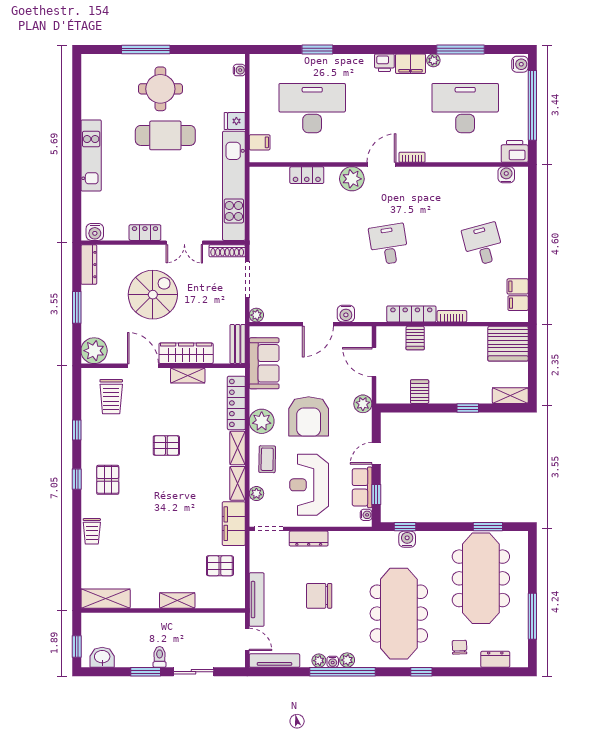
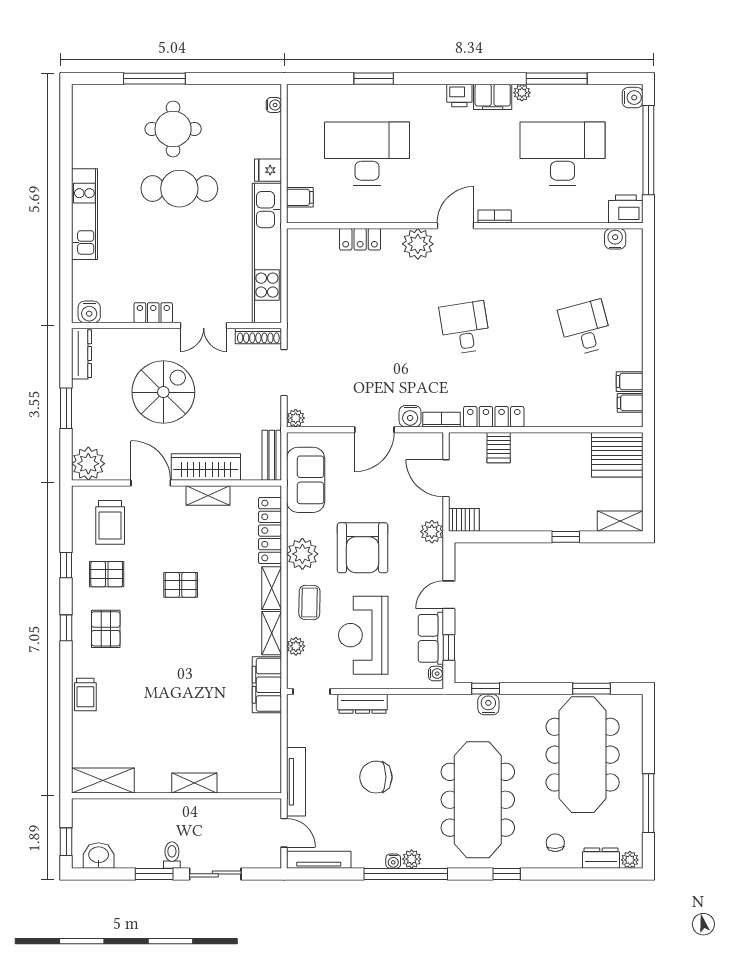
bookcase: (452, 316) -> (441, 420), moved
server rack: (420, 392) -> (464, 520), moved, turned 90
pallet: (220, 566) -> (107, 574), moved
plant: (319, 661) -> (630, 860), moved

